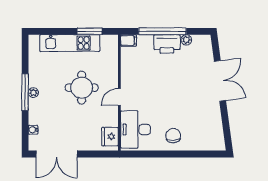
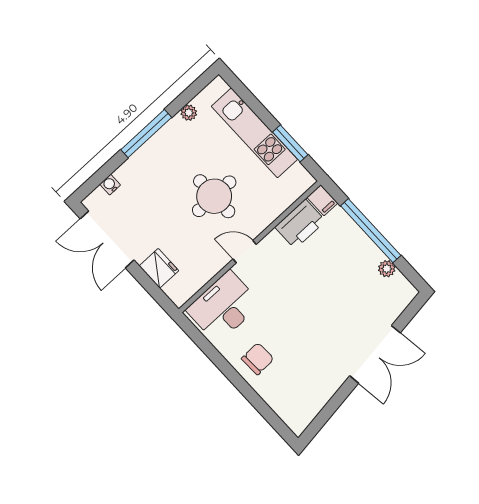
printer: (167, 44) -> (300, 224), moved, turned -90
plant: (33, 93) -> (189, 113), moved
fridge: (110, 137) -> (159, 268), moved, turned 90

